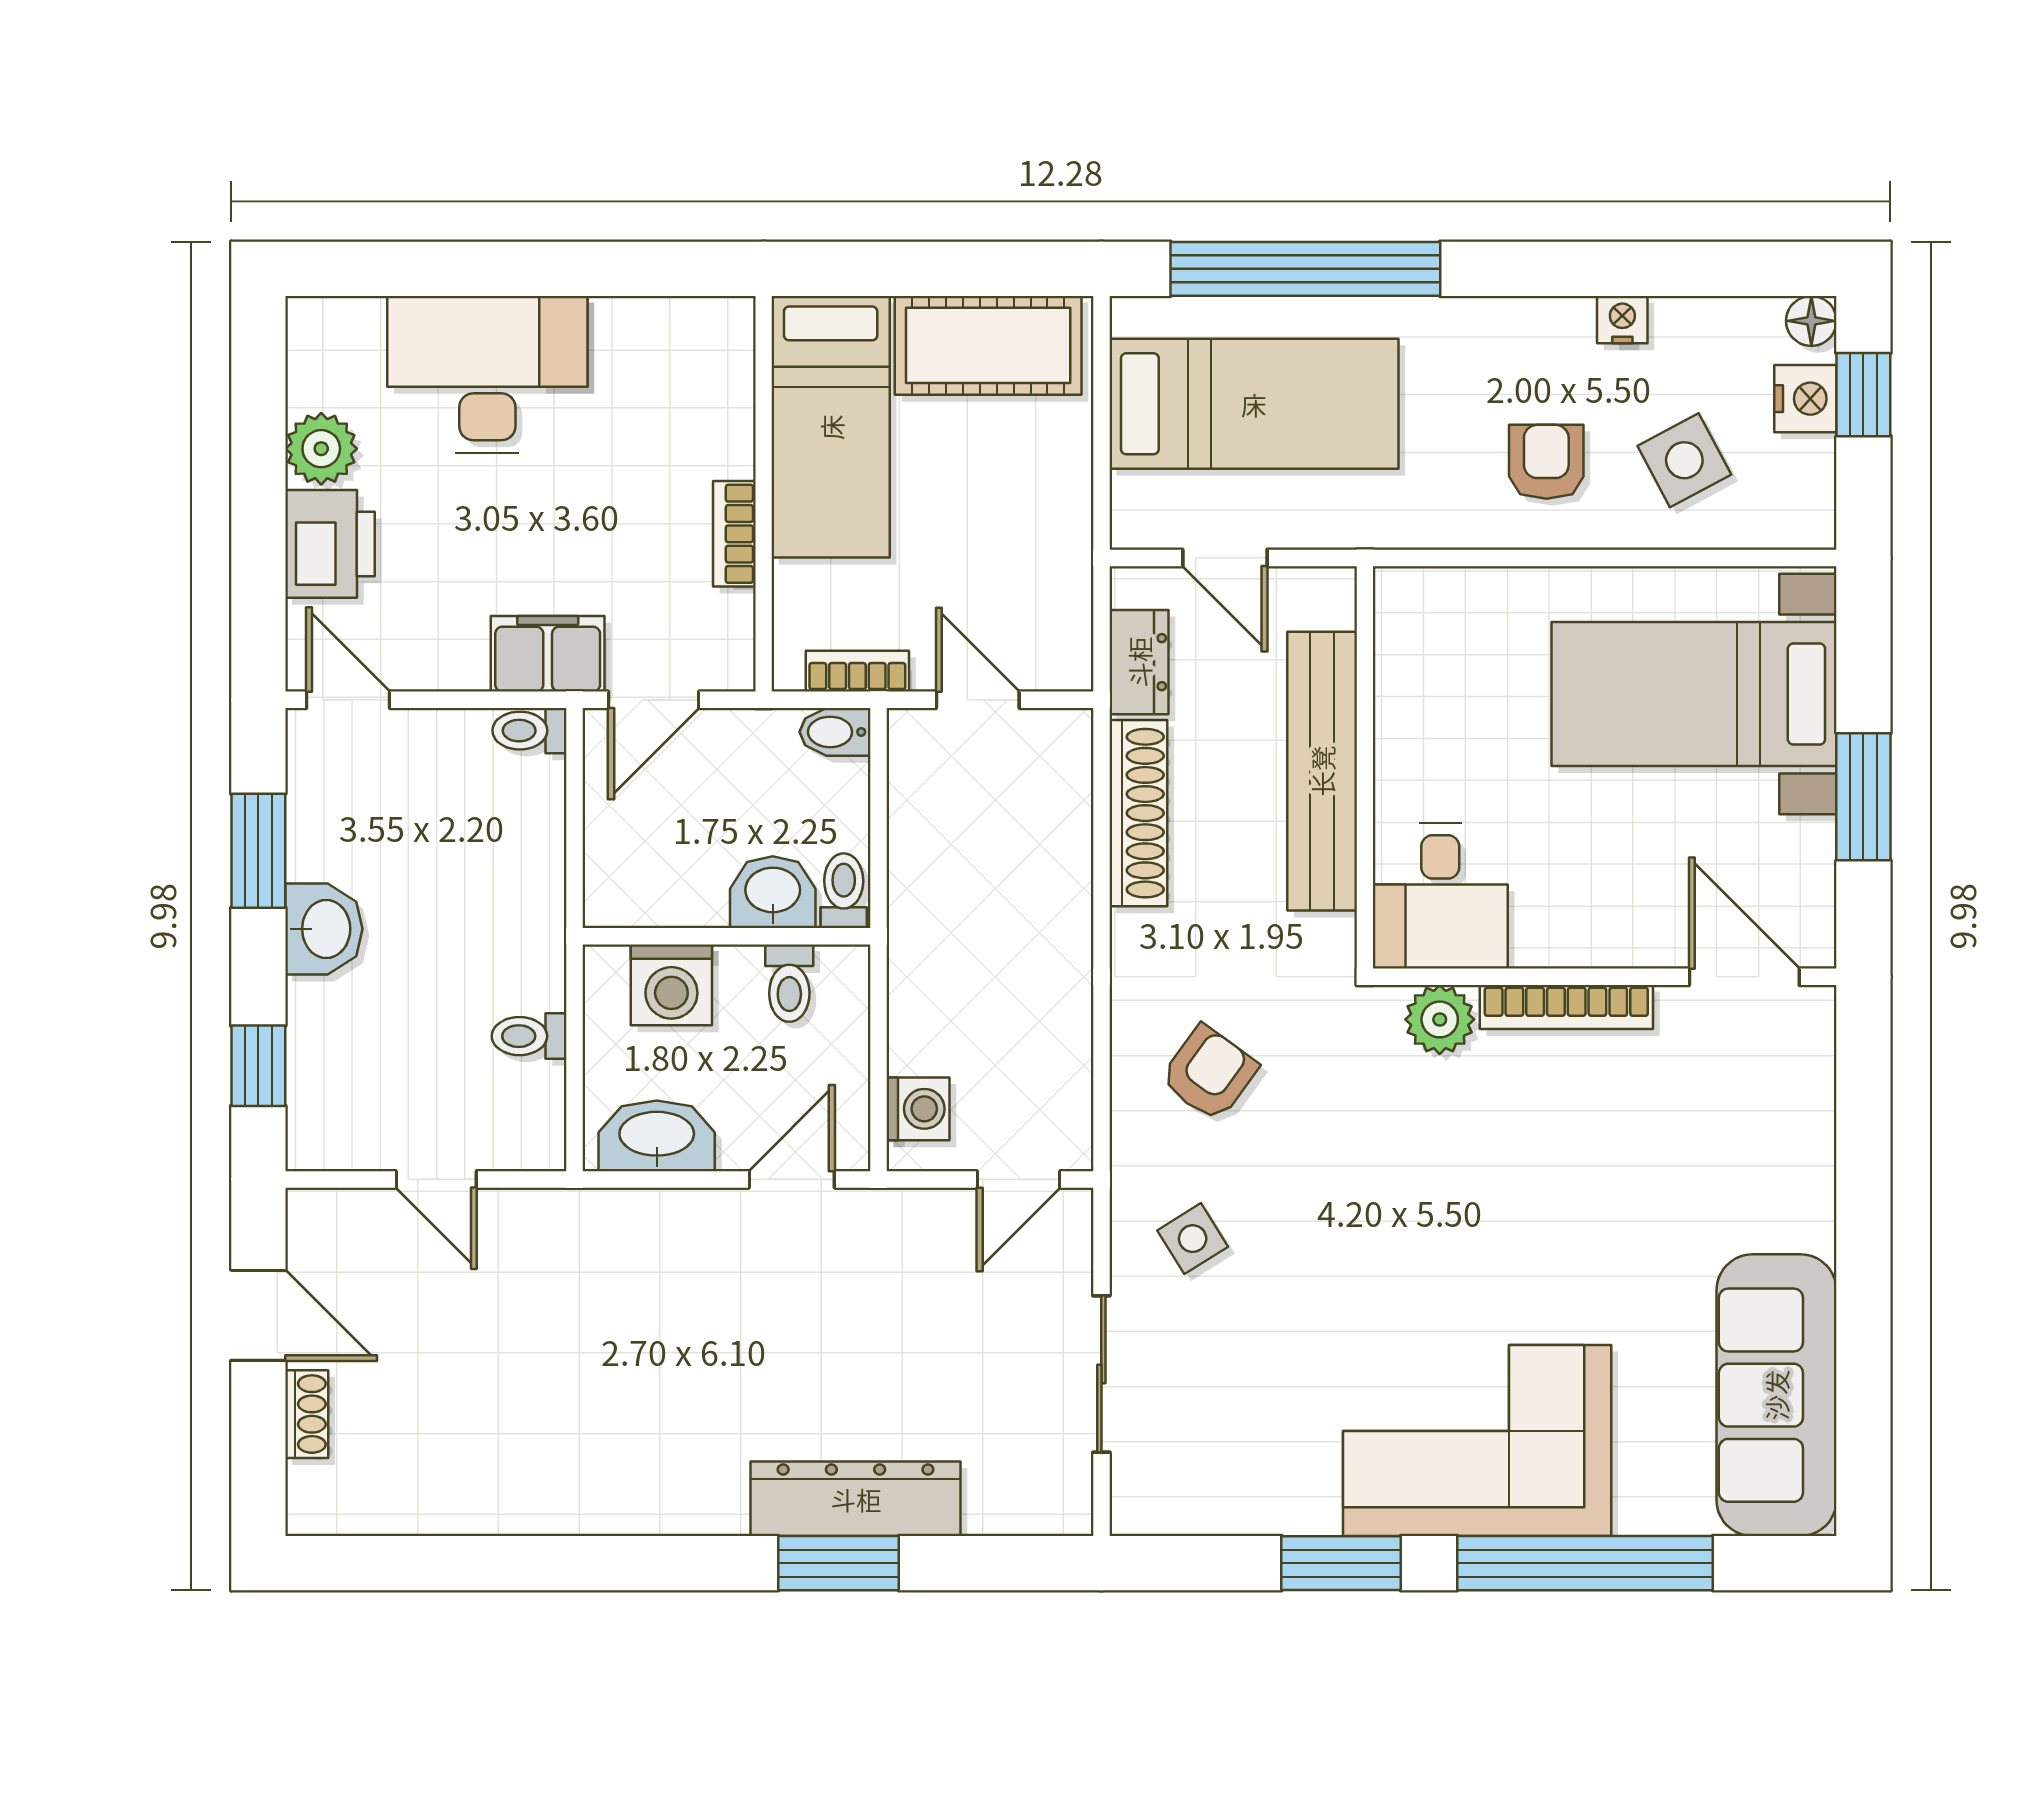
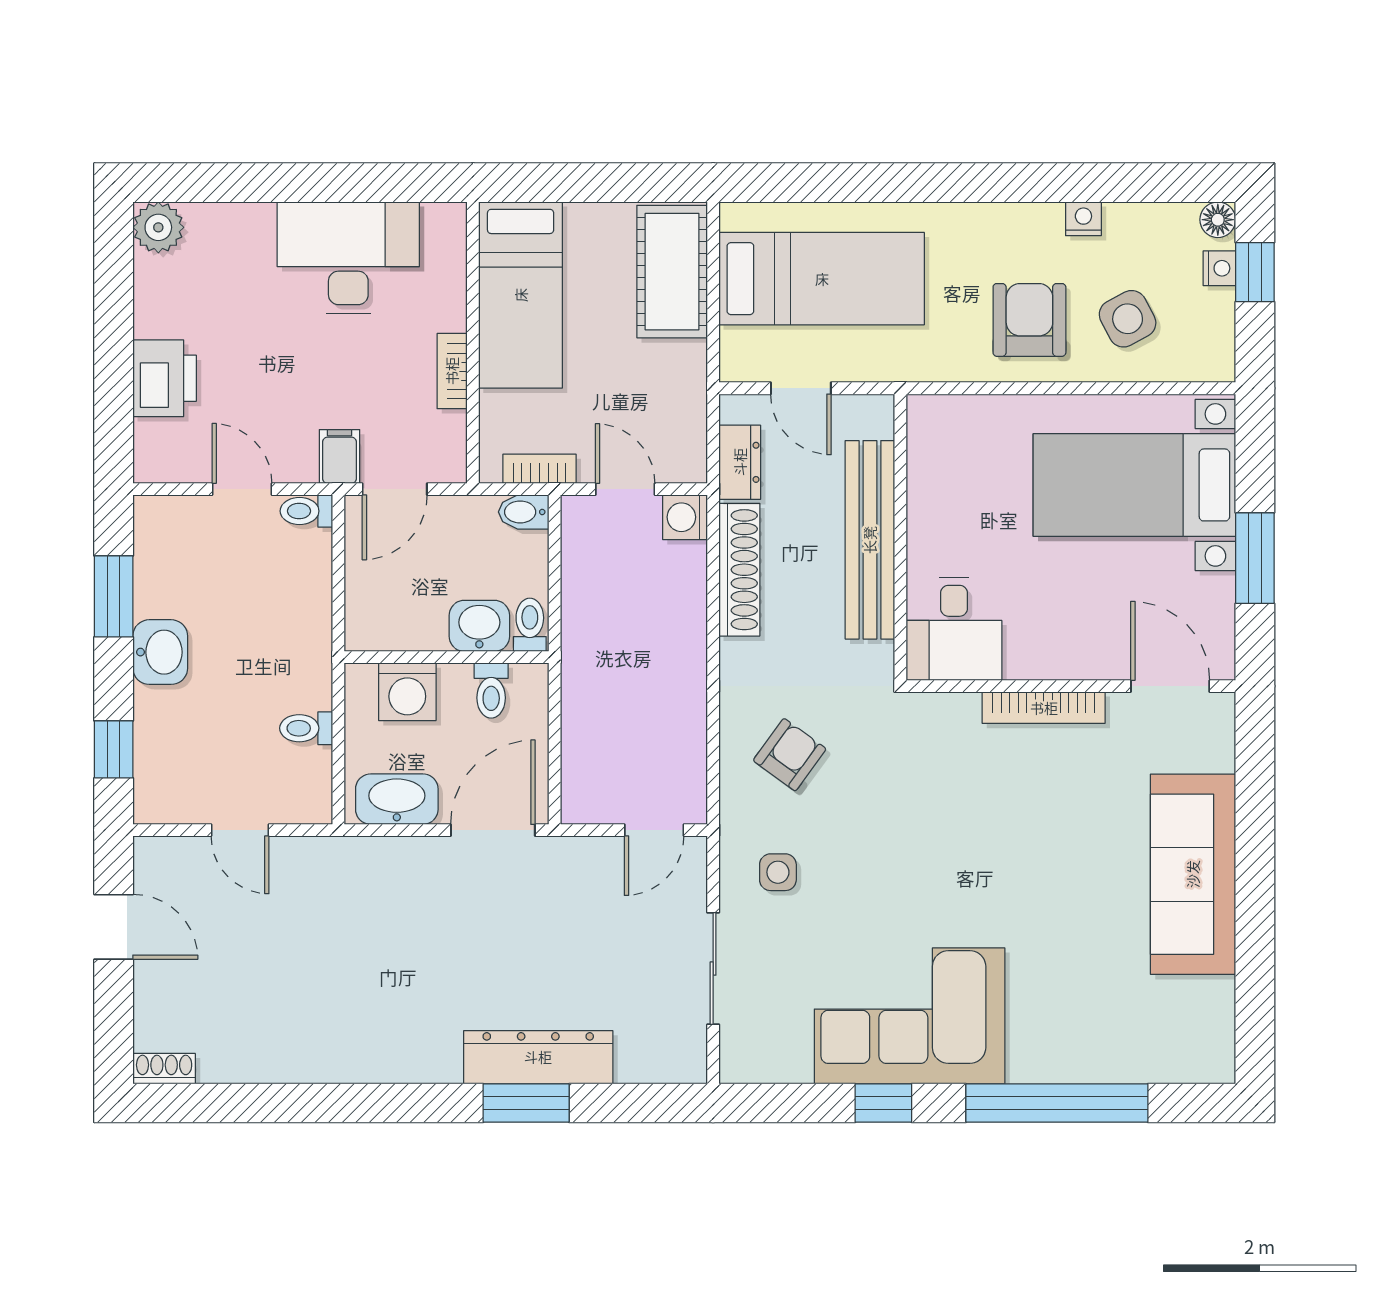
window: (1305, 269) -> (858, 183), removed
cot: (988, 345) -> (672, 272), moved, turned 90
desk: (487, 374) -> (348, 258), moved
nightstand: (1805, 399) -> (1219, 268), width x0.72, depth x0.74
plant: (321, 449) -> (158, 227), moved
armchair: (1546, 462) -> (1029, 320), width x1.38, depth x1.38
filing cabinet: (548, 654) -> (340, 456), width x0.50
door: (348, 700) -> (242, 489), moved
plant: (1440, 1019) -> (954, 716), removed
washing machine: (918, 1109) -> (685, 517), moved, turned 180
door: (792, 1179) -> (493, 830), width x1.38
side table: (1193, 1239) -> (778, 872), turned 32
sofa: (1776, 1395) -> (1193, 874), moved
shoe rack: (307, 1414) -> (164, 1069), moved, turned -90
corner sofa: (1477, 1441) -> (910, 1016), moved
window: (1341, 1563) -> (883, 1103), width x0.67

